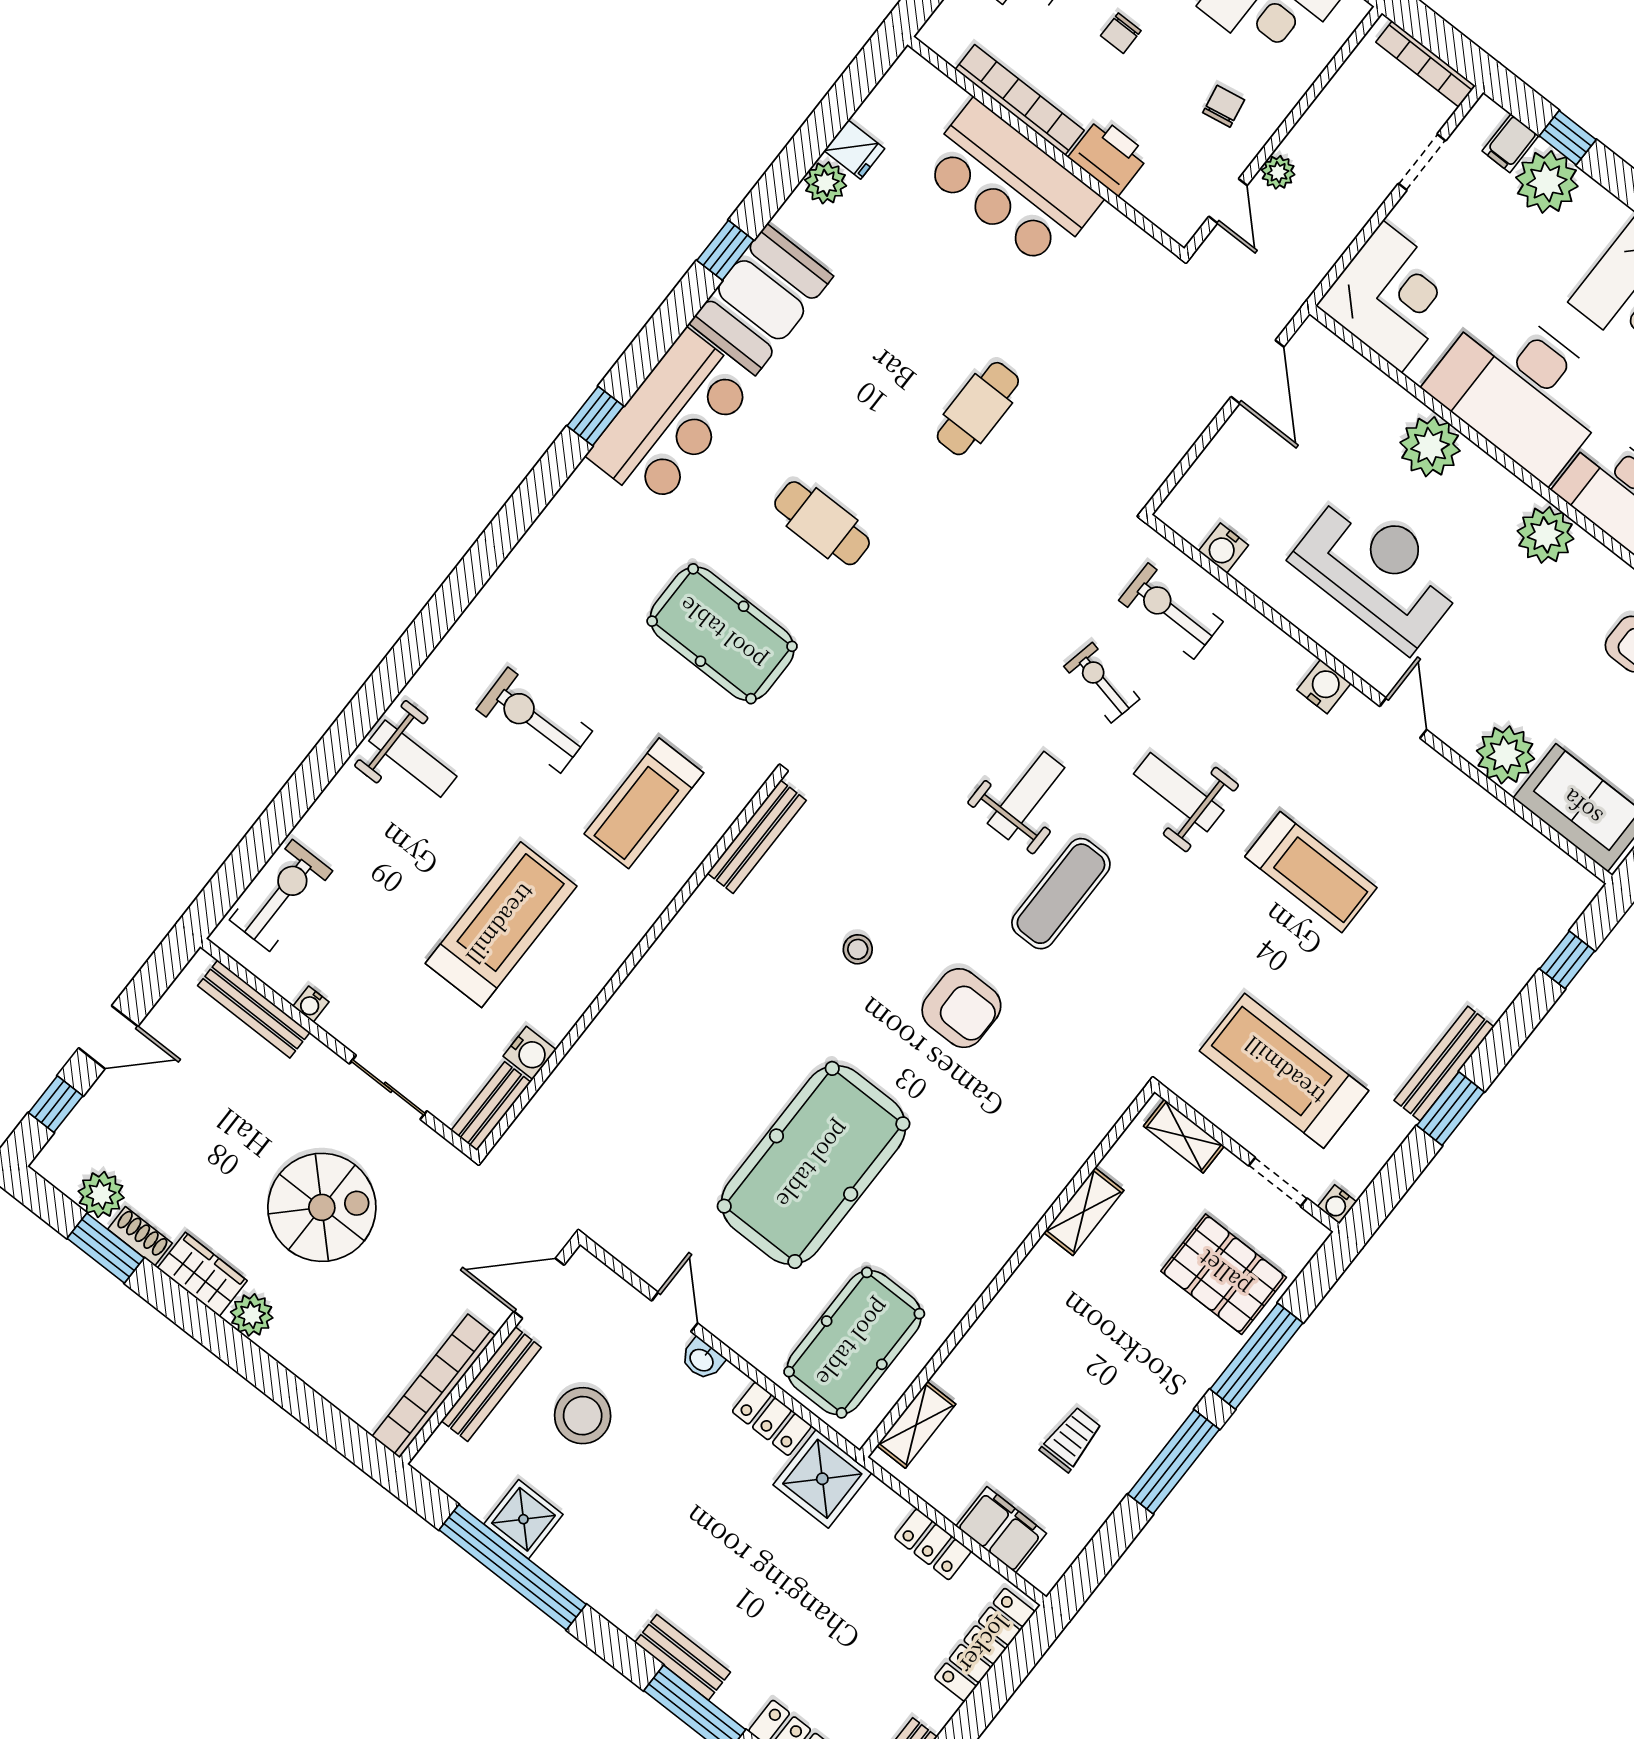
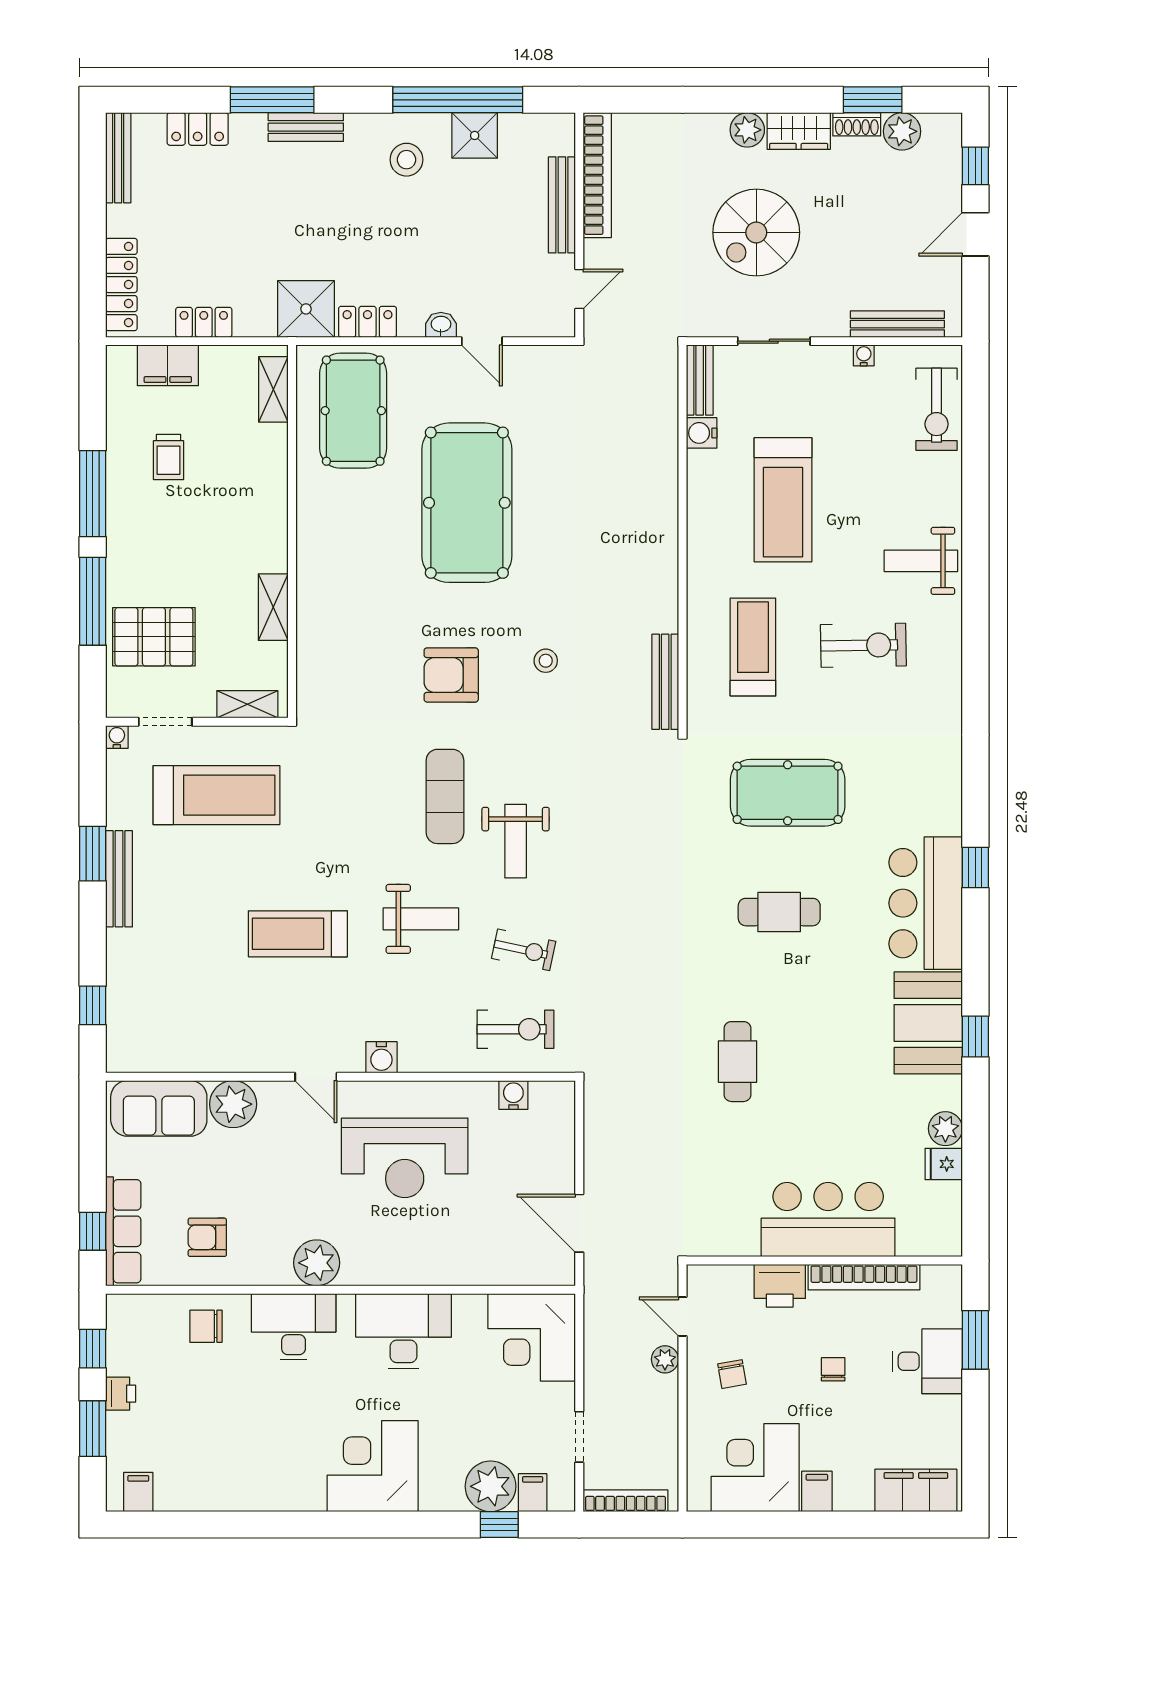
desk: (1521, 390) -> (404, 1331), width x0.73, depth x0.77
plant: (1430, 447) -> (433, 1261), removed
door: (539, 1288) -> (579, 289), width x0.73
stool: (583, 1416) -> (406, 160), moved, width x0.73, depth x0.73

